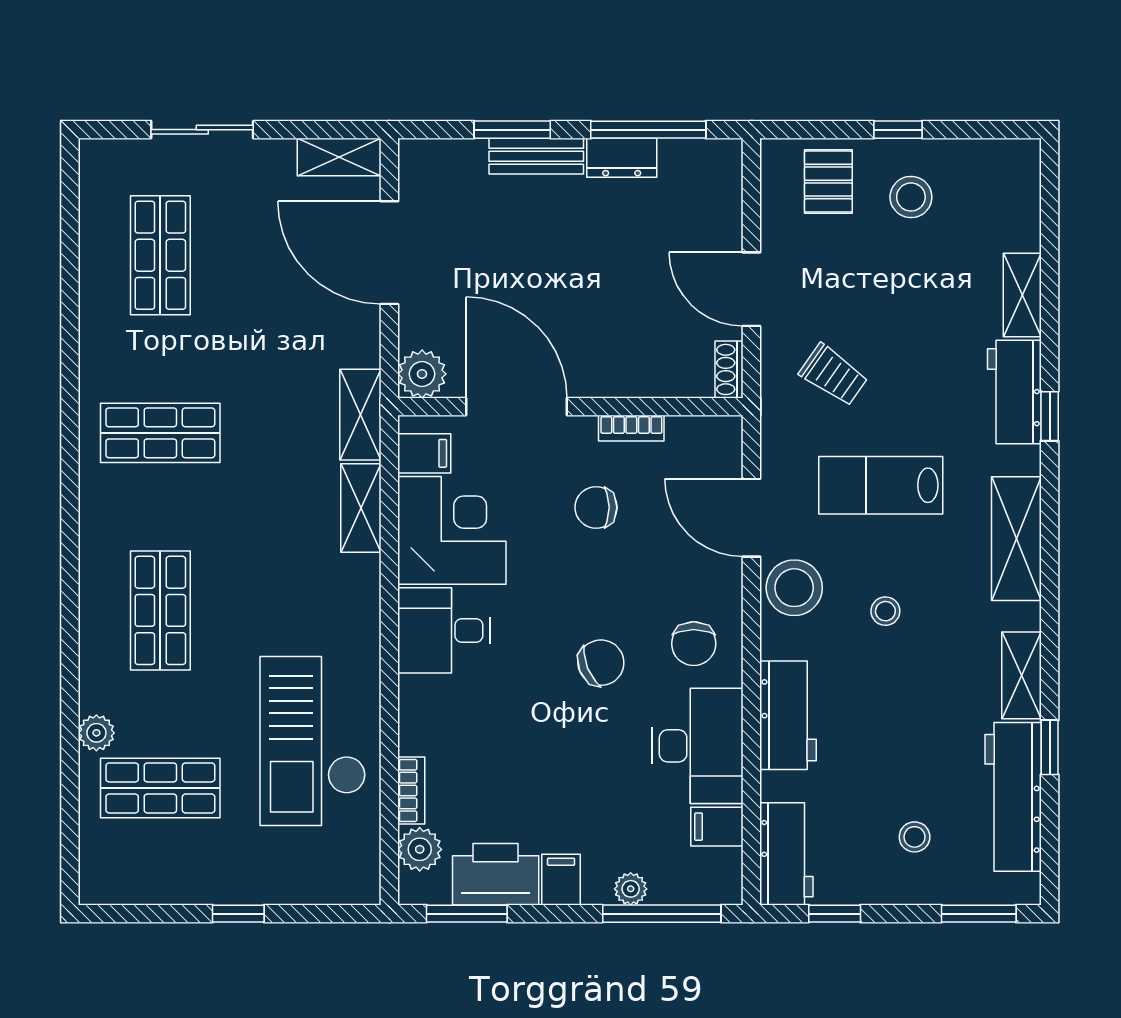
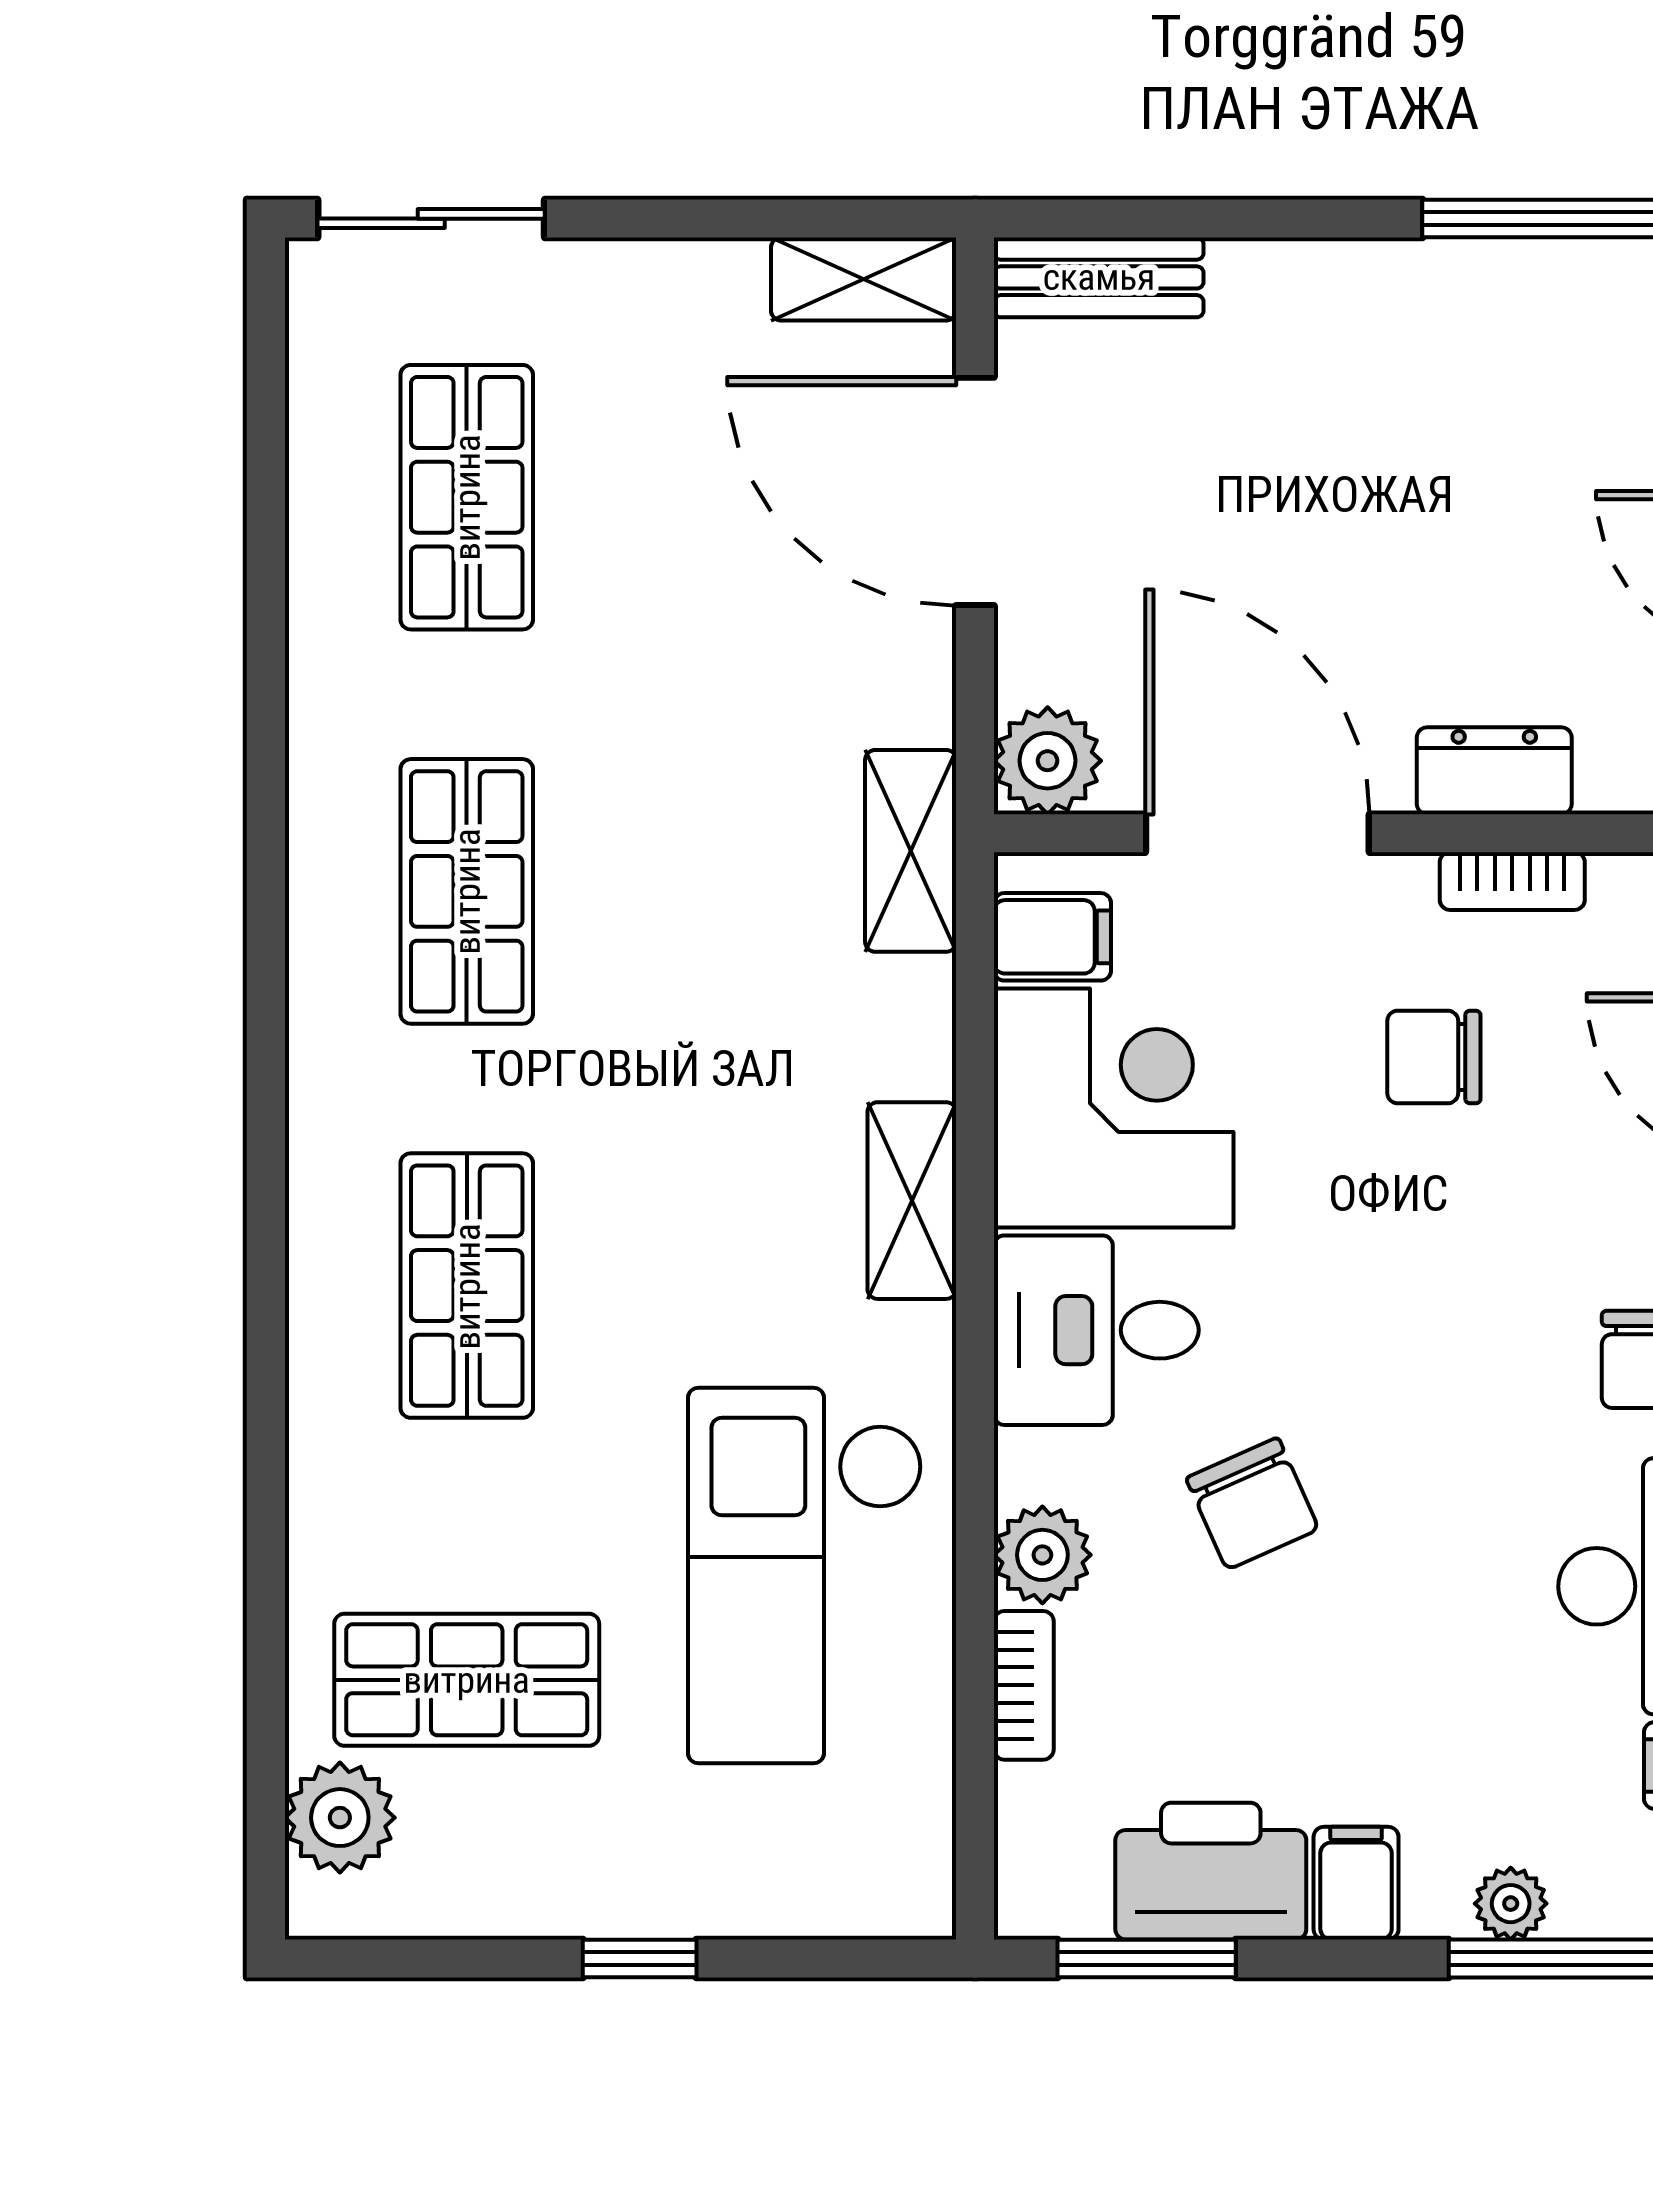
sliding door: (202, 130) -> (431, 219), moved
window: (512, 130) -> (1248, 219), removed
bench: (536, 156) -> (1099, 277), moved
dresser: (622, 158) -> (1494, 771), moved, turned 180
shop shelf: (160, 433) -> (467, 891), turned 90
shelving: (361, 508) -> (912, 1201), moved
chair: (601, 663) -> (1252, 1504), moved, turned 88
plant: (96, 733) -> (340, 1818), moved, width x1.38, depth x1.38
plant: (420, 849) -> (1042, 1555), moved

